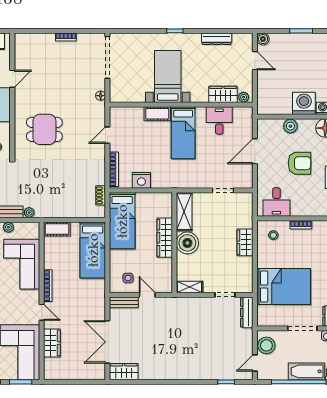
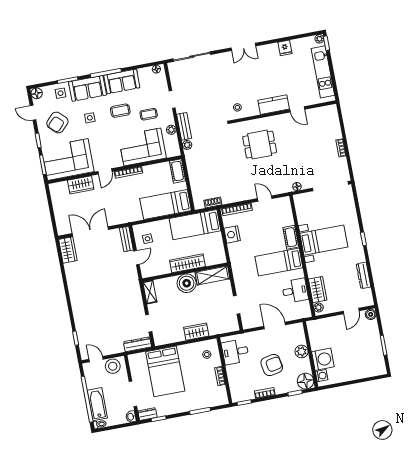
dining table: (44, 129) -> (260, 145), turned 90
armchair: (299, 163) -> (272, 365), turned -101

